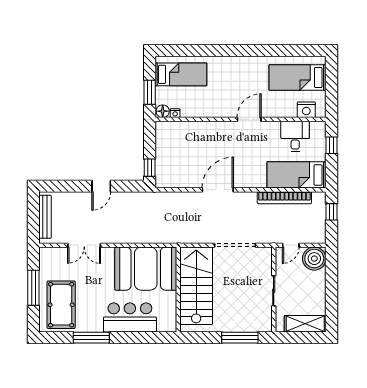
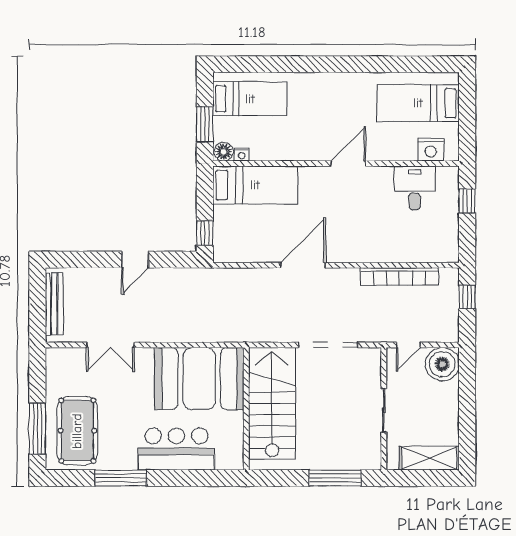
bed: (297, 175) -> (255, 185), moved, turned 180
window: (33, 288) -> (37, 428), moved

